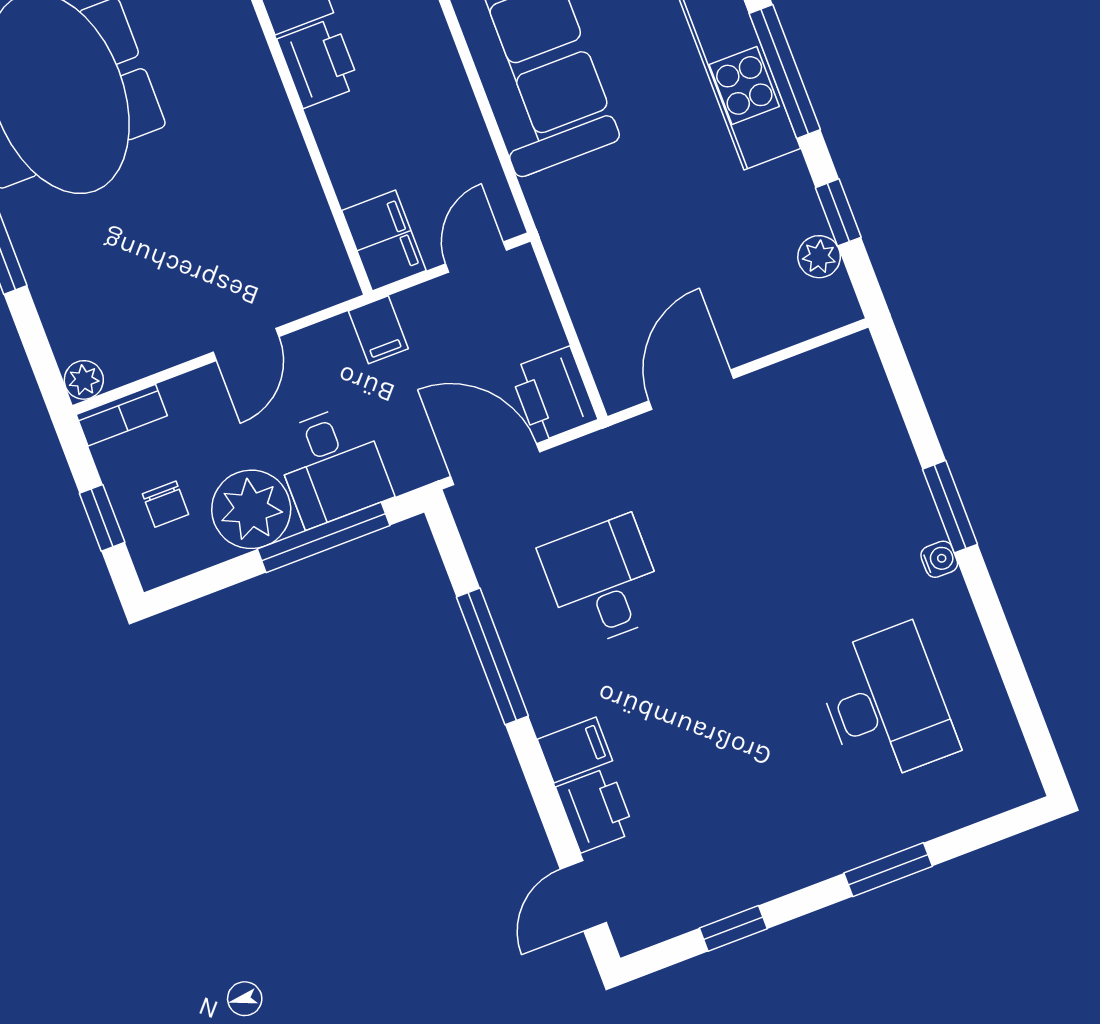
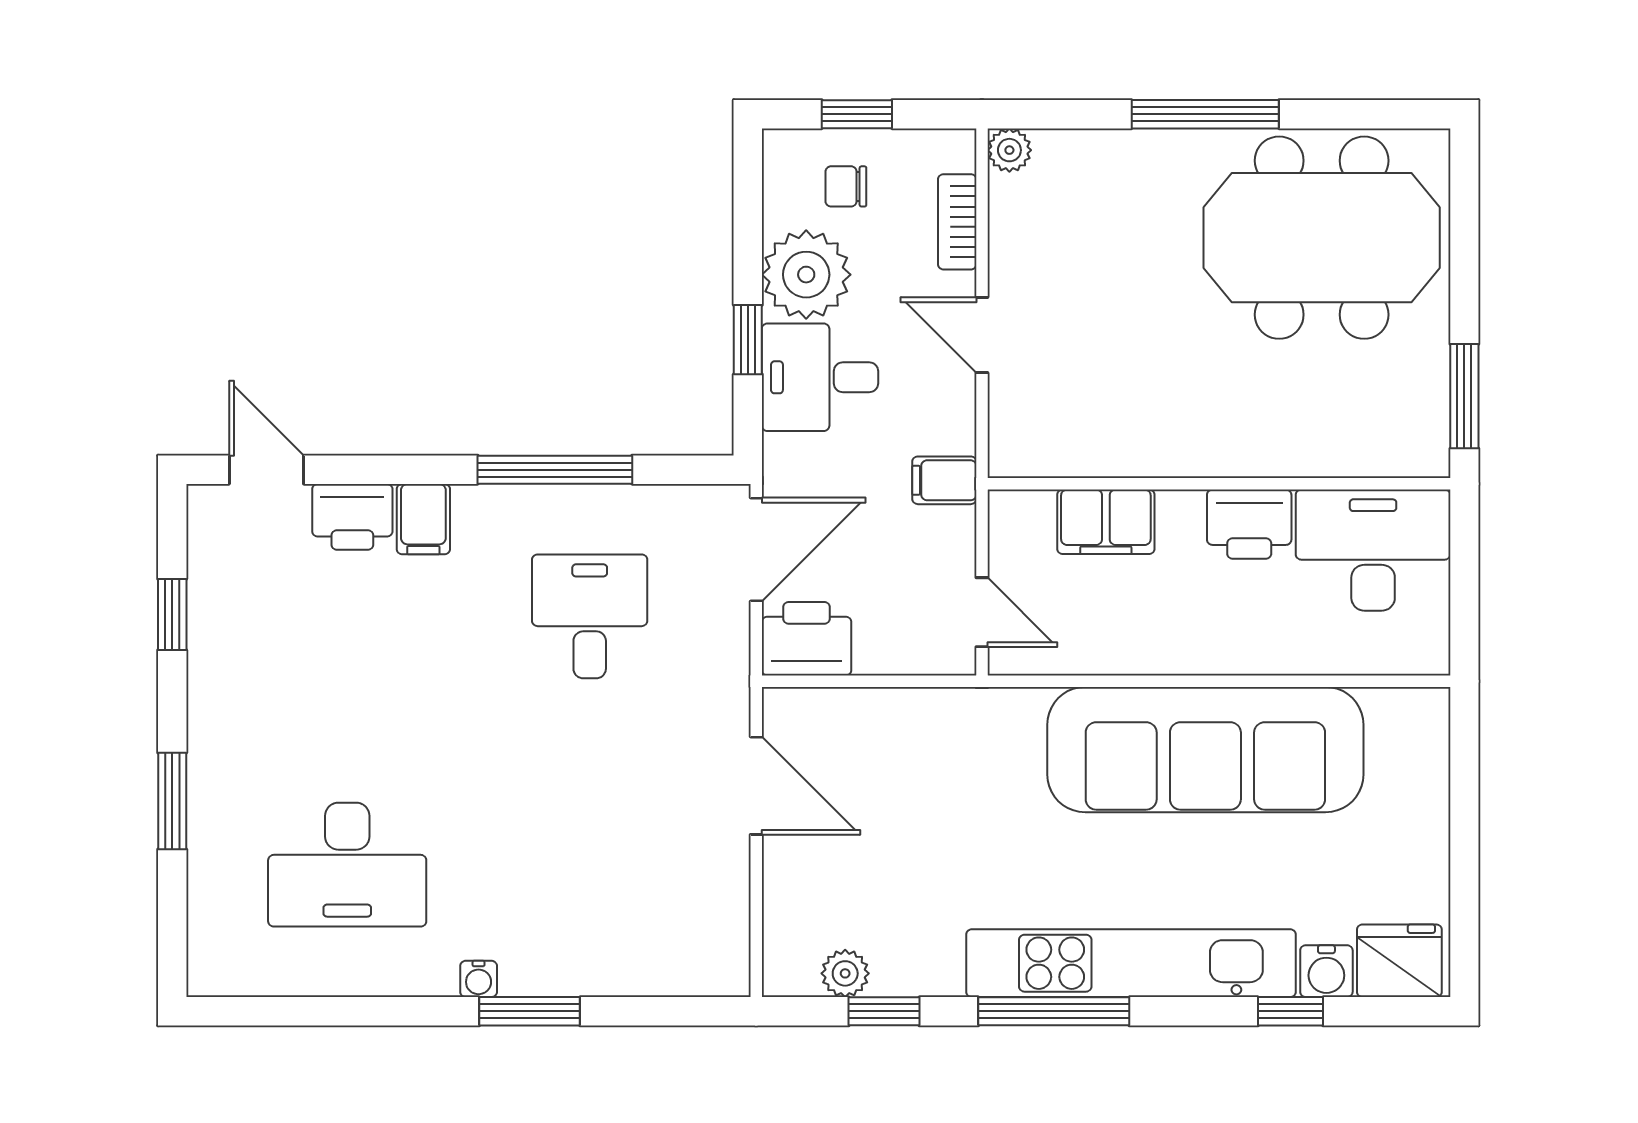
filing cabinet: (384, 241) -> (1106, 522), moved
bookcase: (122, 415) -> (957, 222), moved
window: (324, 537) -> (748, 340), width x0.46
desk: (603, 581) -> (590, 616), turned -90

